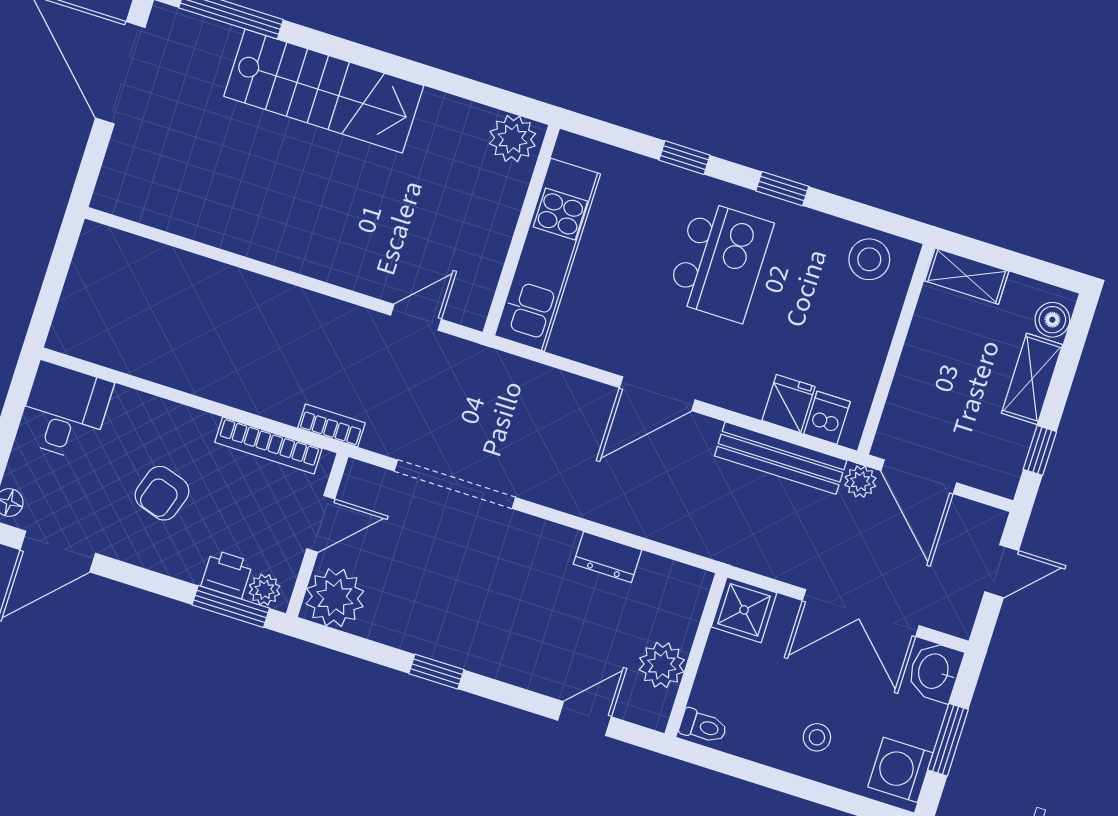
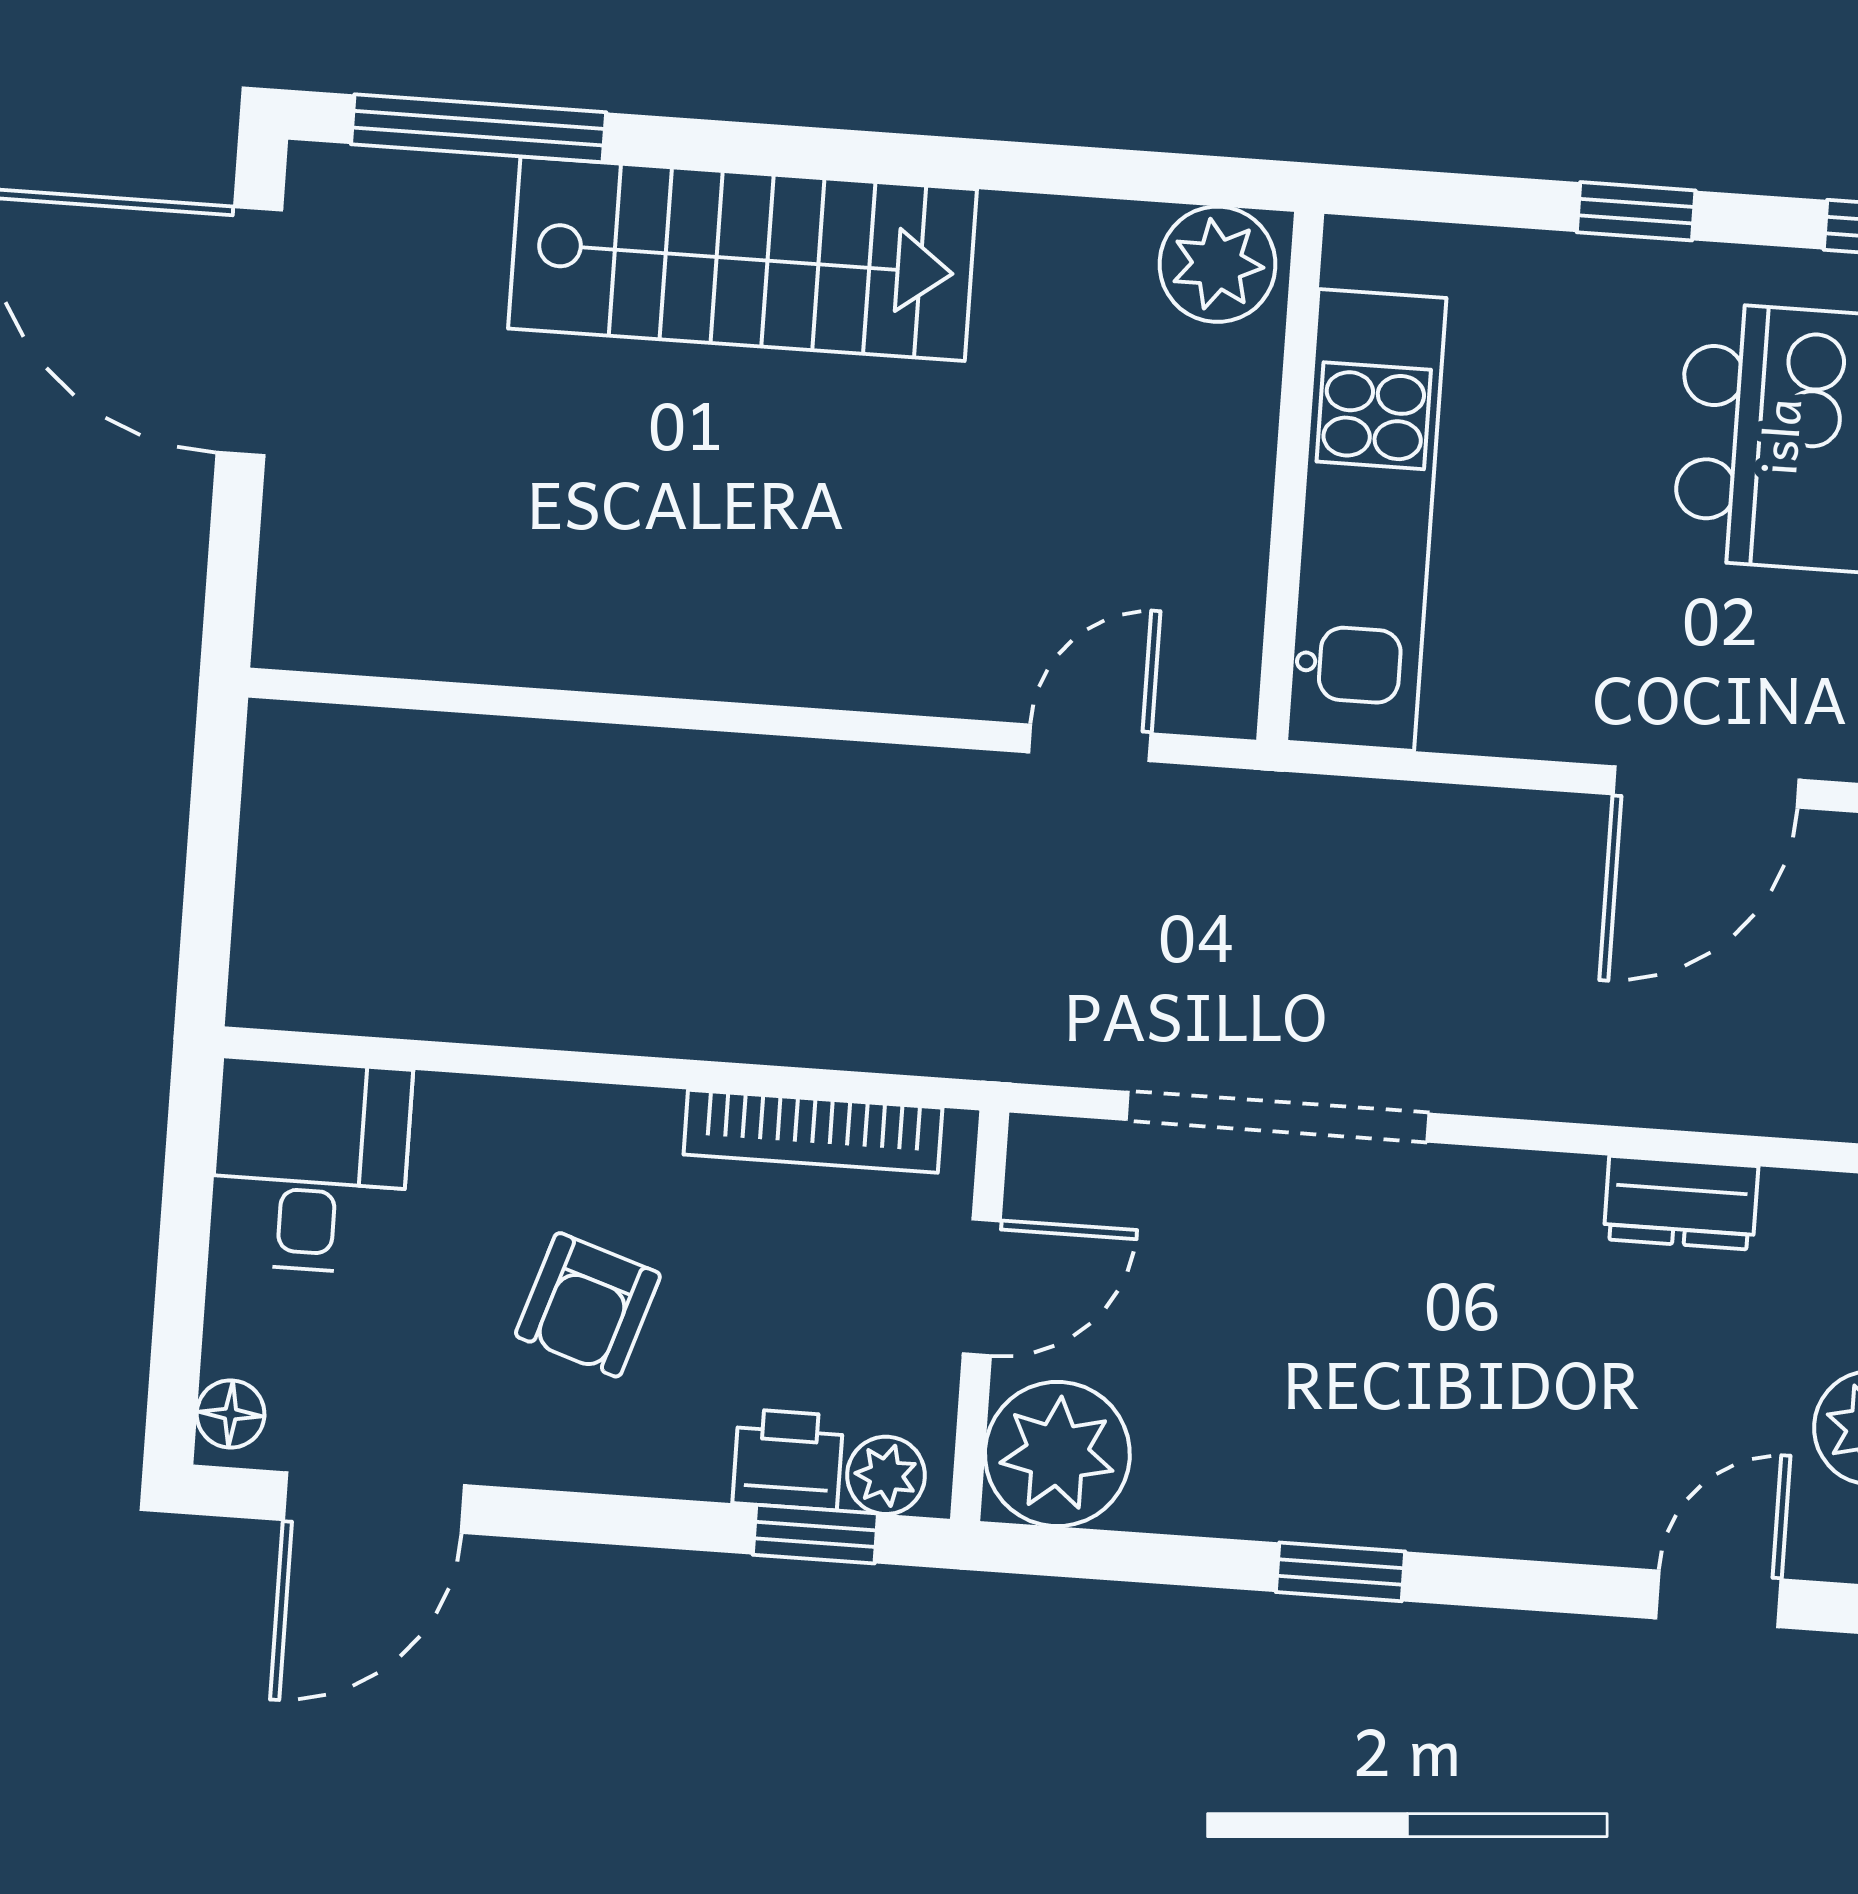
bookcase: (332, 425) -> (951, 1048), removed
window: (231, 606) -> (815, 1534), width x0.67

